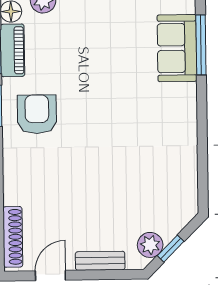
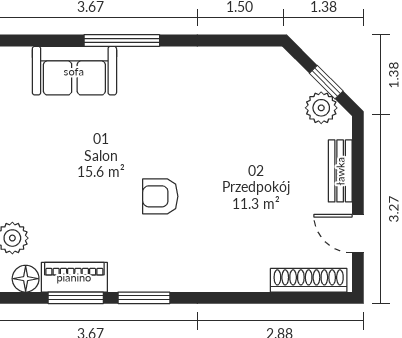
window: (201, 45) -> (122, 41), moved
armchair: (37, 114) -> (160, 196), moved, width x0.72, depth x0.72

